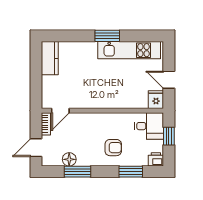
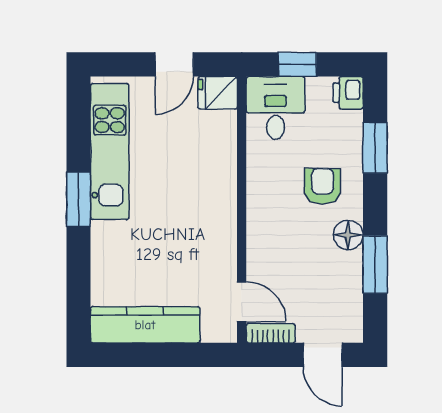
kitchen counter: (50, 58) -> (145, 325), width x1.50
floor lamp: (69, 159) -> (348, 235), moved

